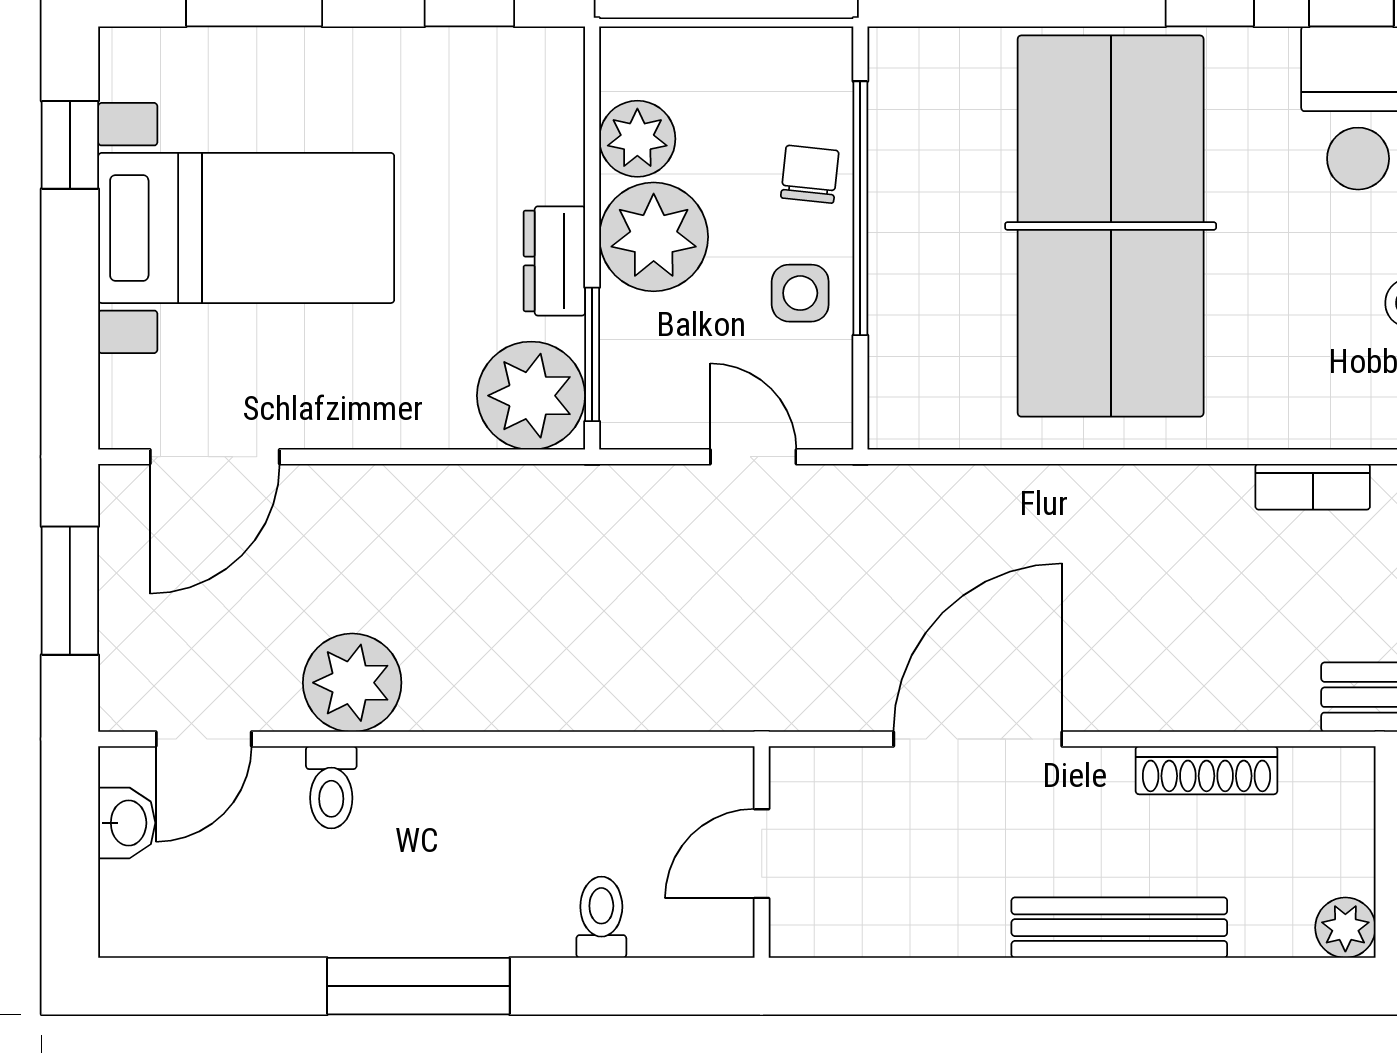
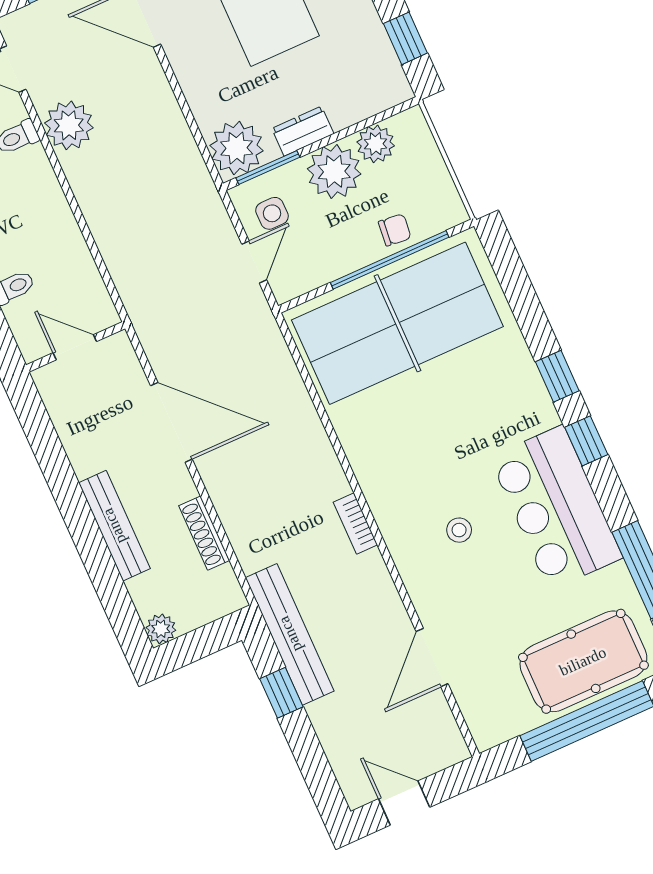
table tennis table: (1111, 226) -> (397, 323), moved
side table: (800, 293) -> (272, 213), moved

